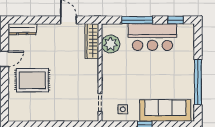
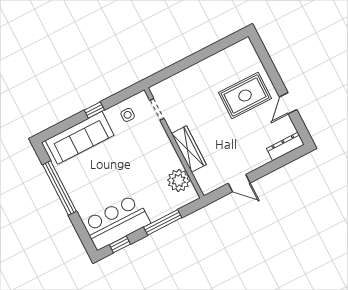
bar counter: (152, 37) -> (116, 222), moved
wardrobe: (92, 41) -> (189, 149), moved

